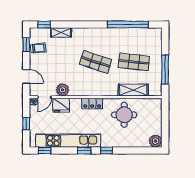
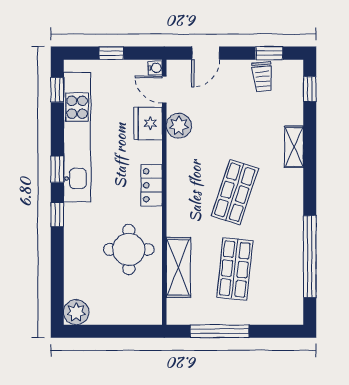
shelving: (61, 32) -> (294, 147), moved

